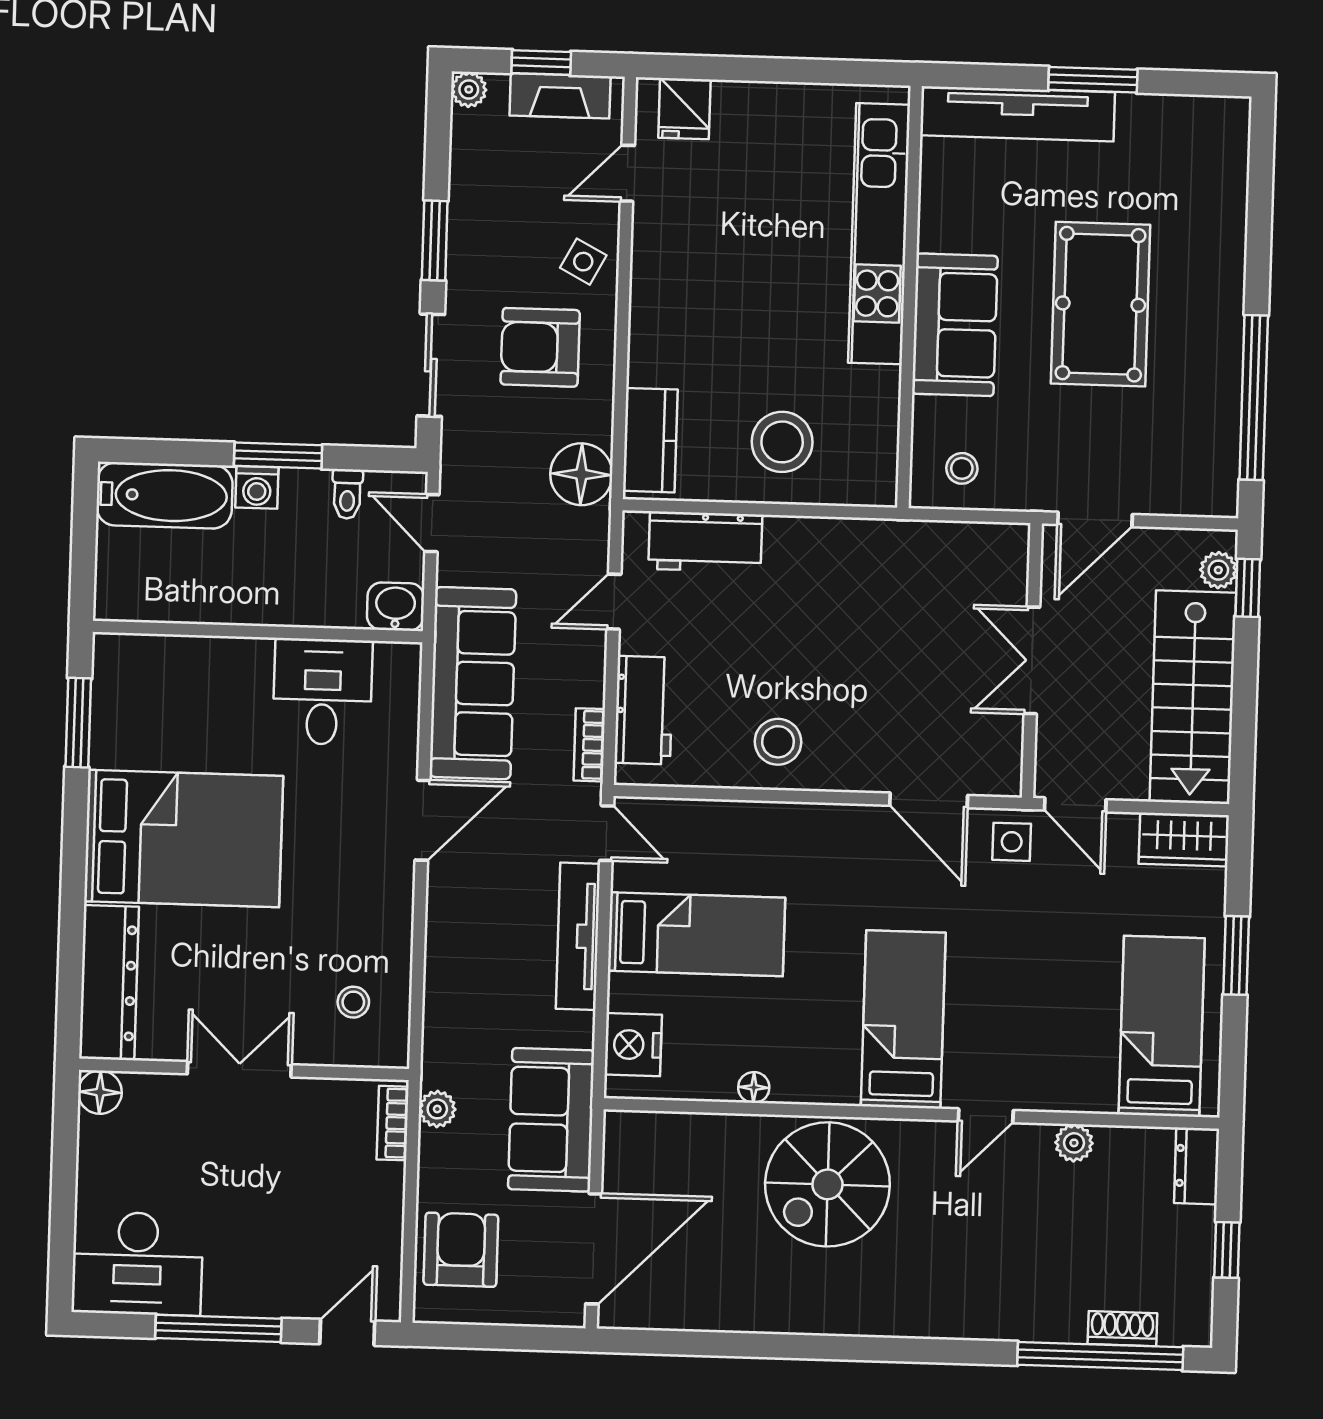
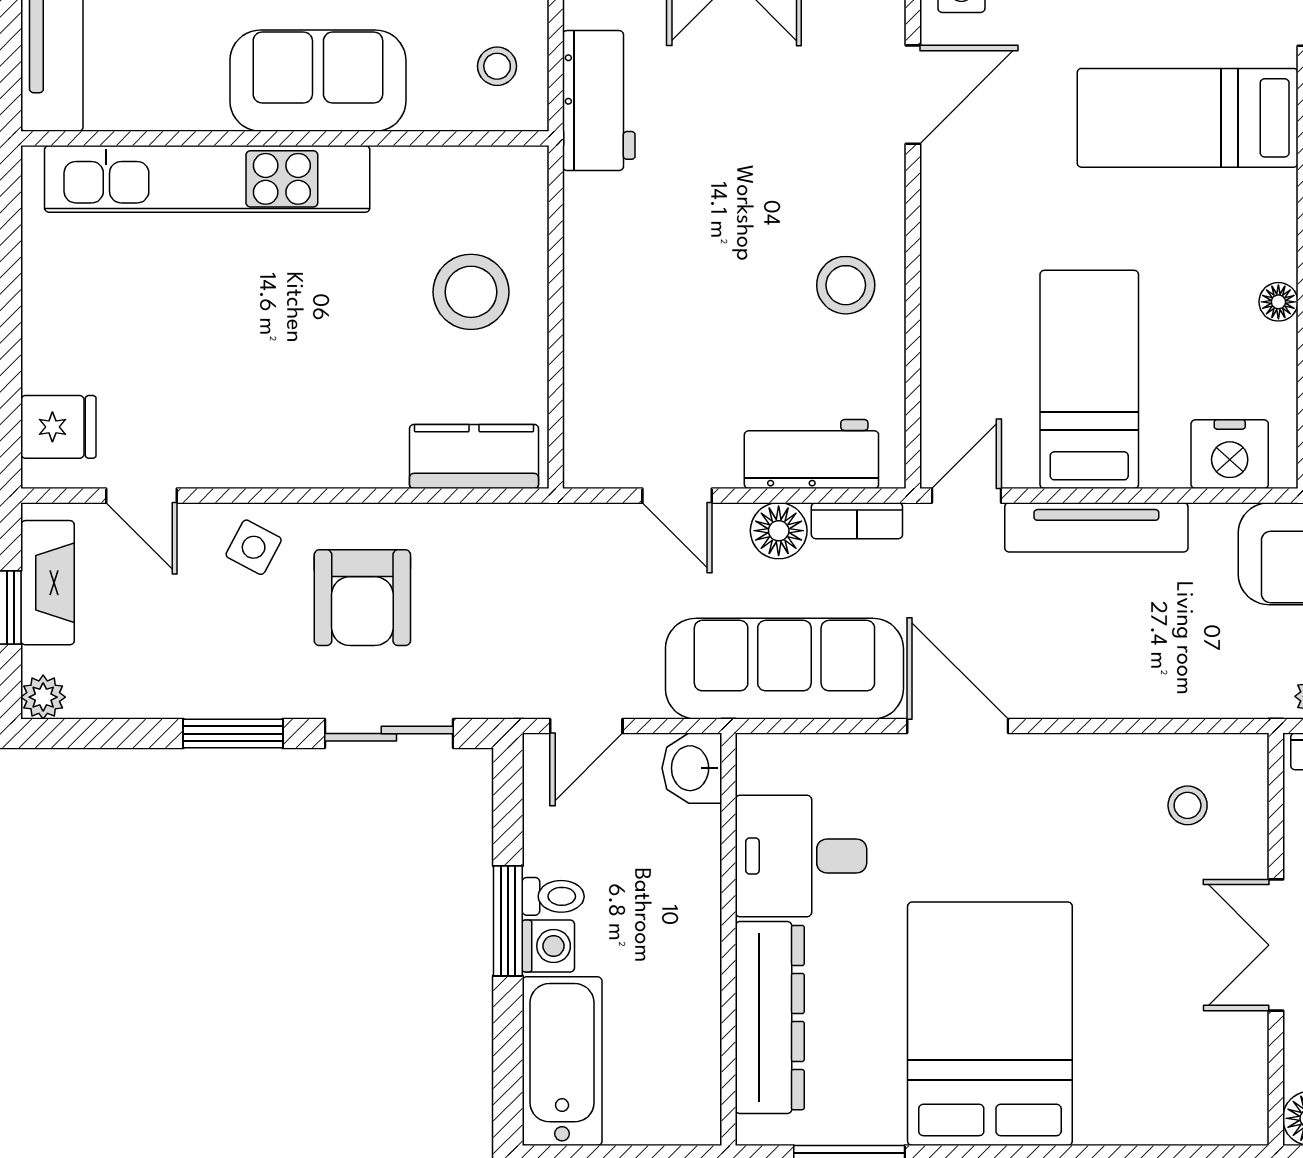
floor lamp: (581, 474) -> (779, 531), moved, width x0.73, depth x0.73
toilet: (347, 494) -> (553, 896), moved
workbench: (705, 542) -> (599, 101), moved
dresser: (109, 983) -> (770, 1018), moved, turned 90

